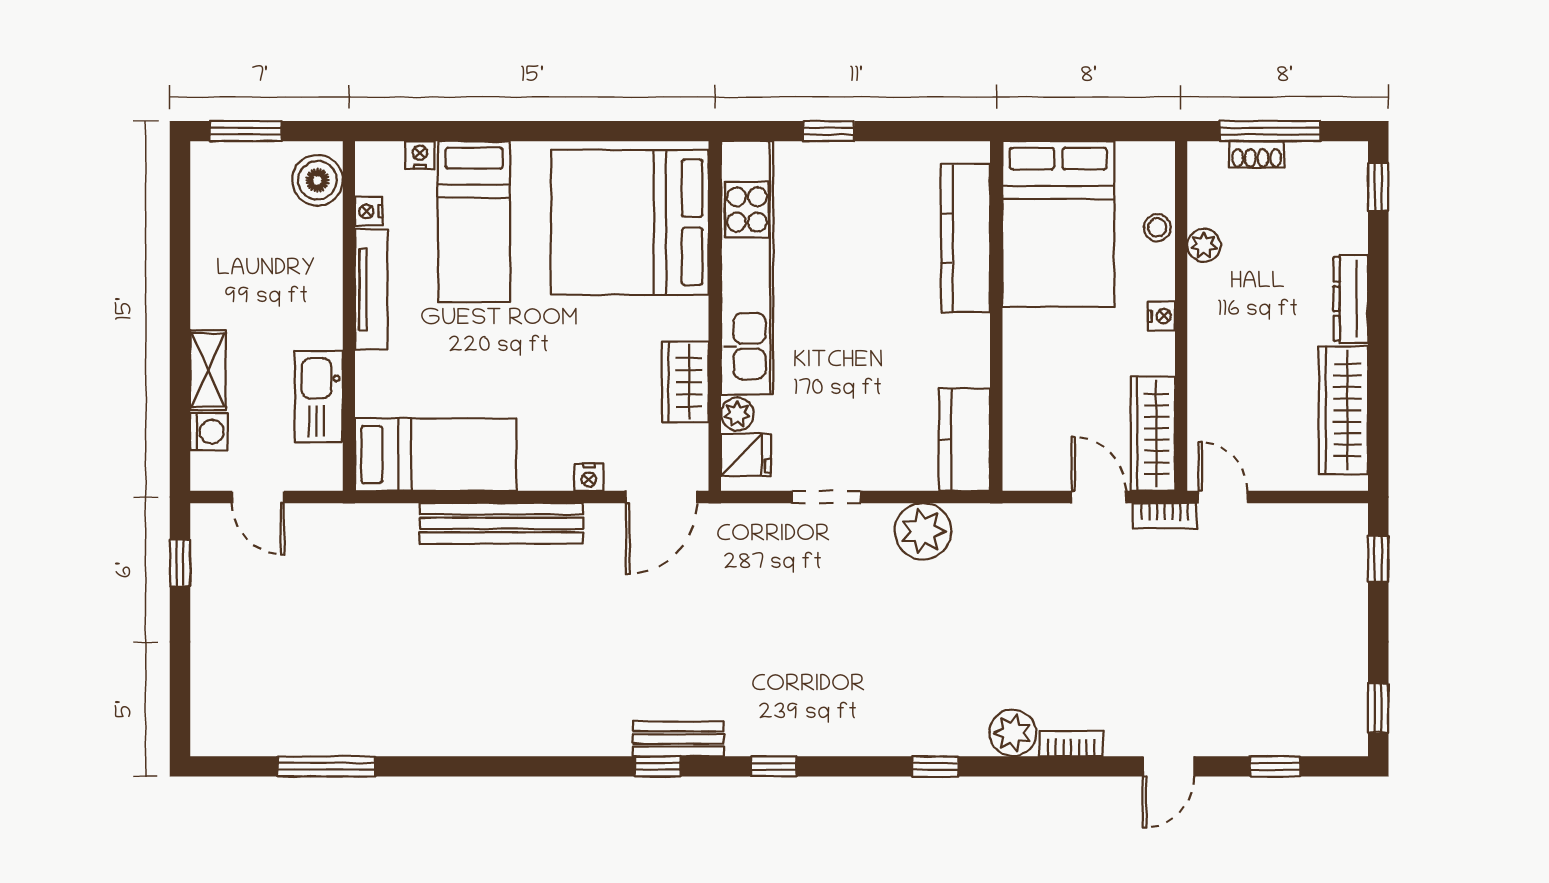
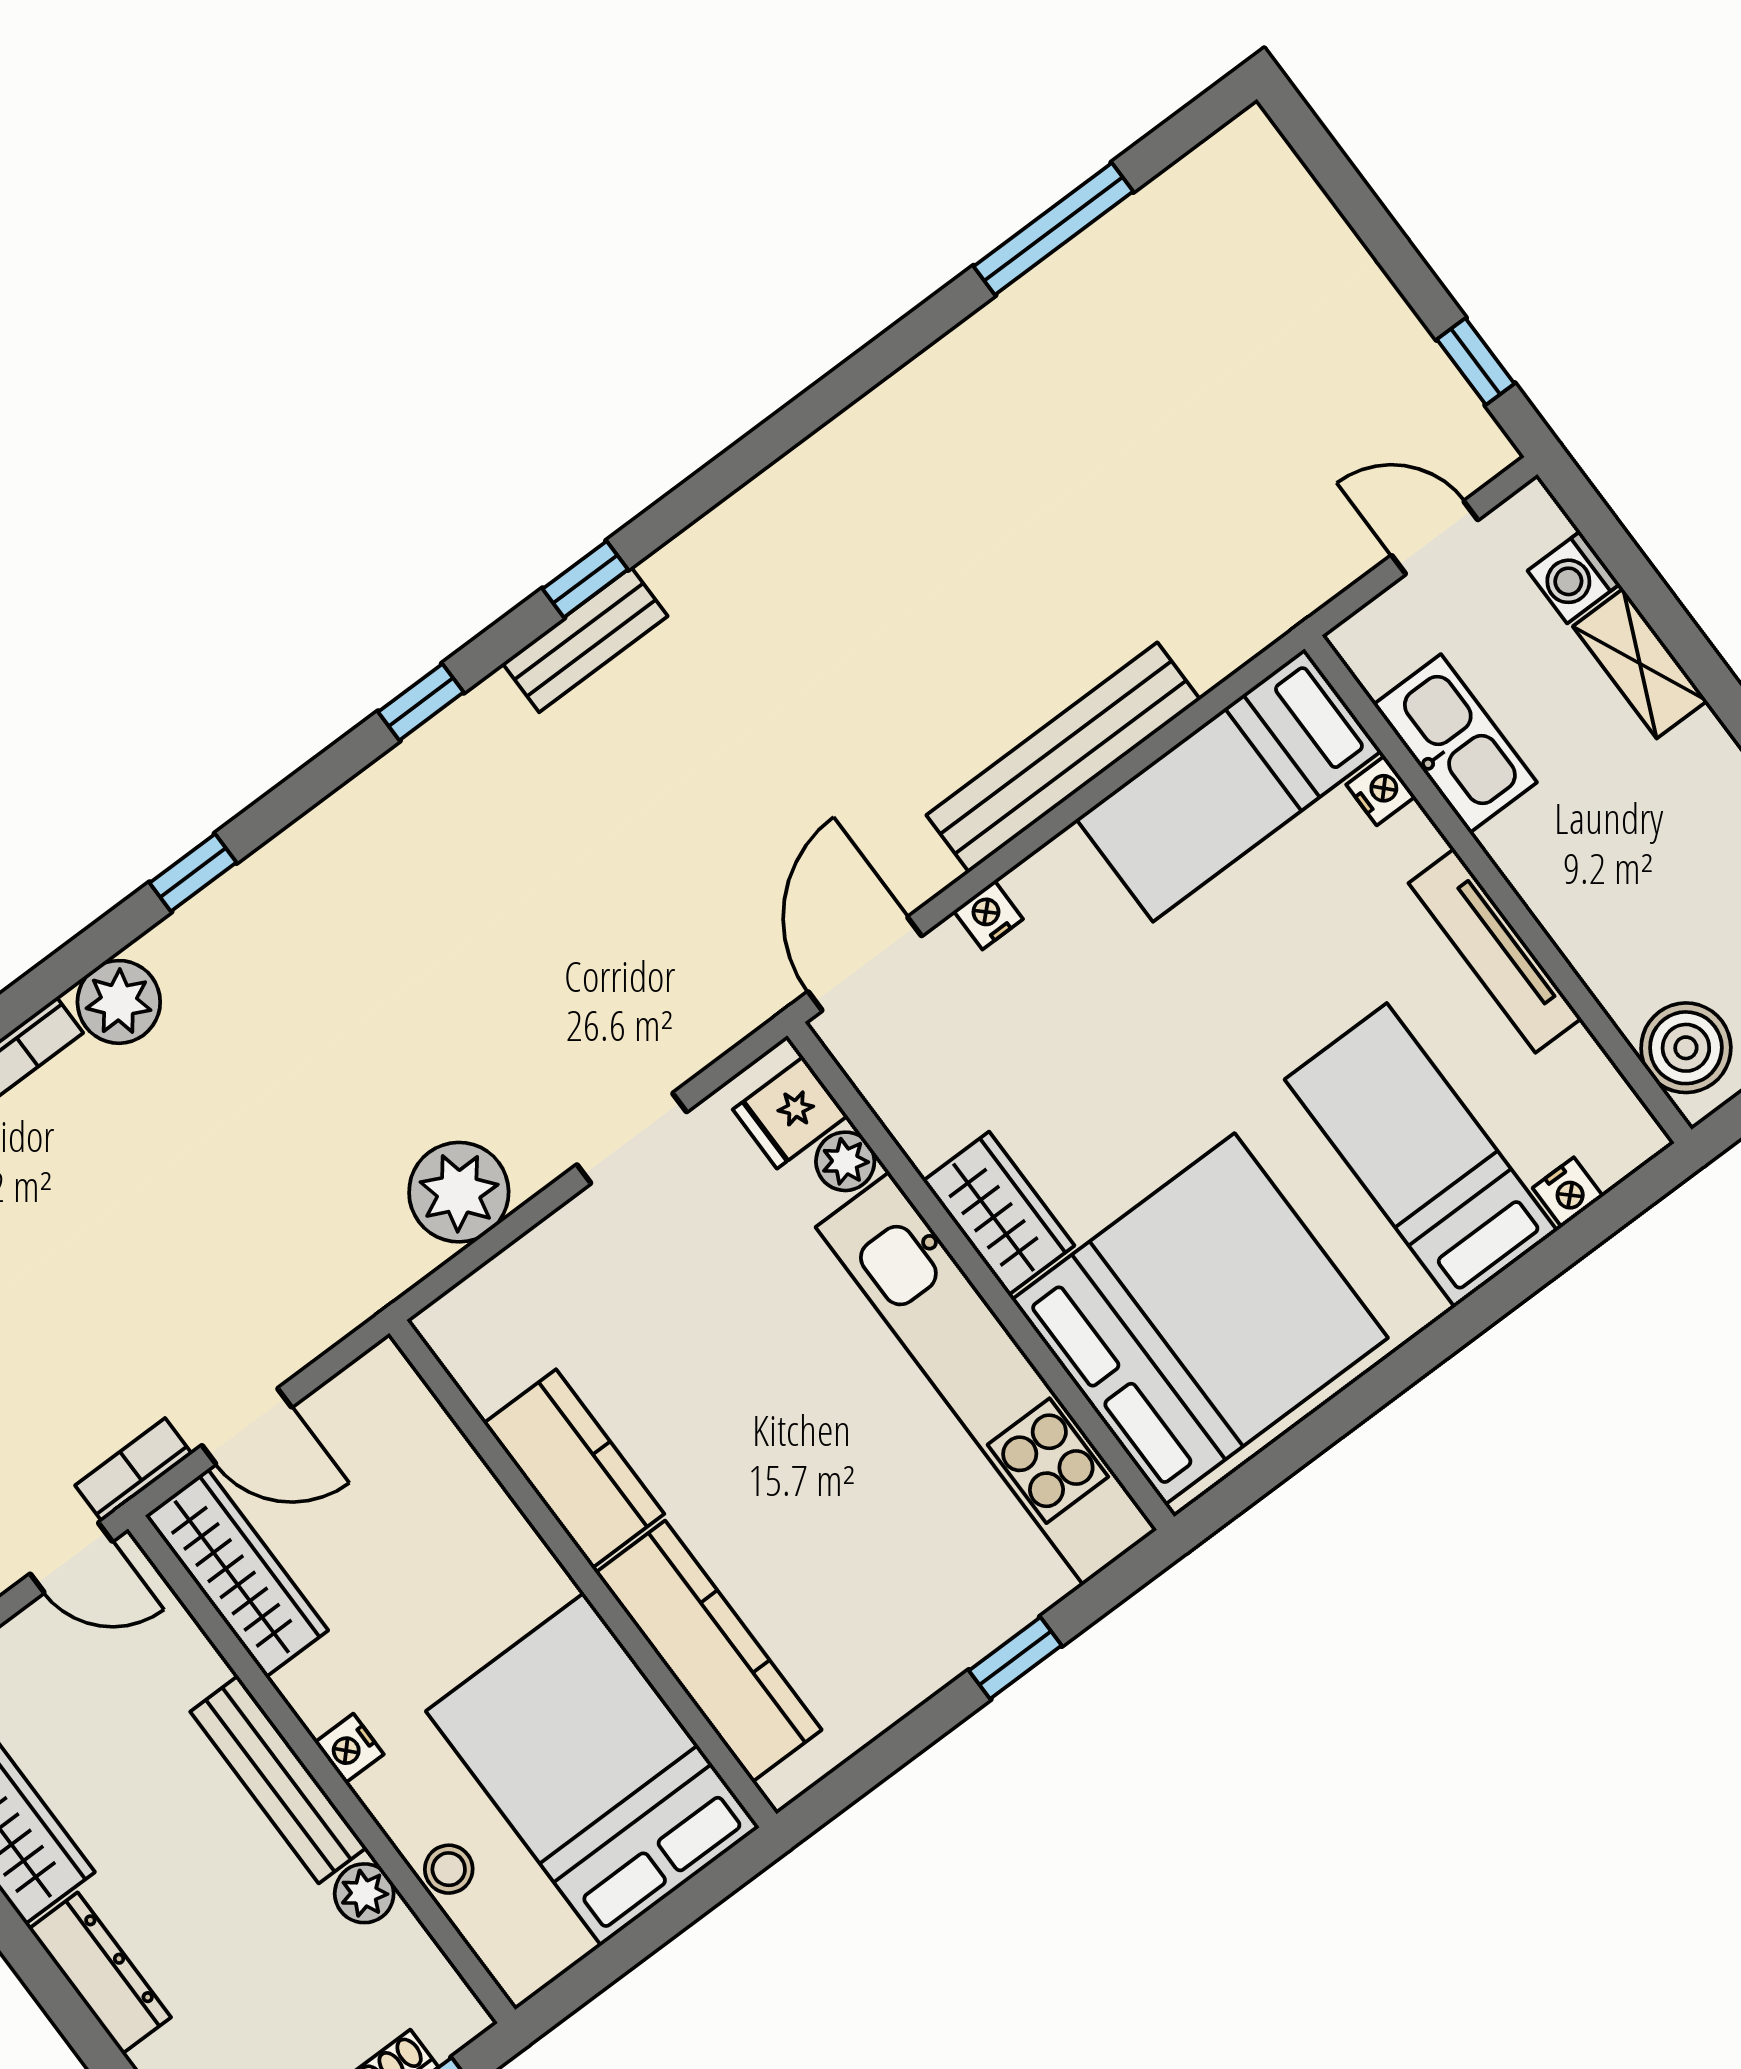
nightstand: (369, 211) -> (1381, 791), moved
bench: (1204, 326) -> (278, 1780), added
wardrobe: (685, 382) -> (999, 1213), moved
kitchen counter: (965, 440) -> (574, 1469), moved

